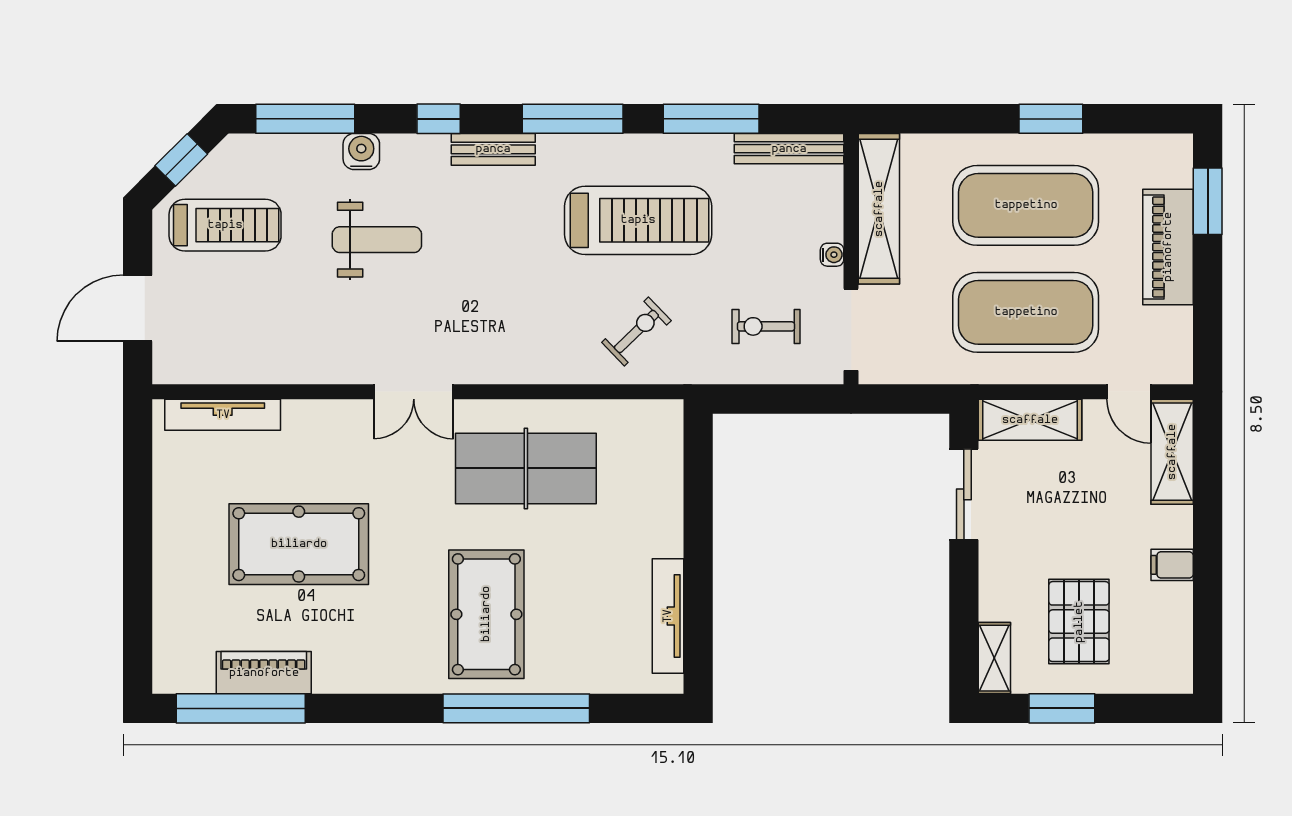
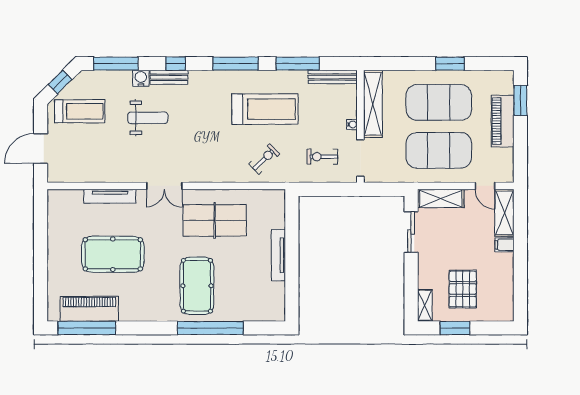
bench: (493, 149) -> (169, 77), moved
tv unit: (223, 415) -> (110, 196), moved
filing cabinet: (1172, 565) -> (504, 245), moved
tv unit: (668, 616) -> (278, 255), moved
piano: (264, 673) -> (89, 309), width x1.37, depth x1.33

